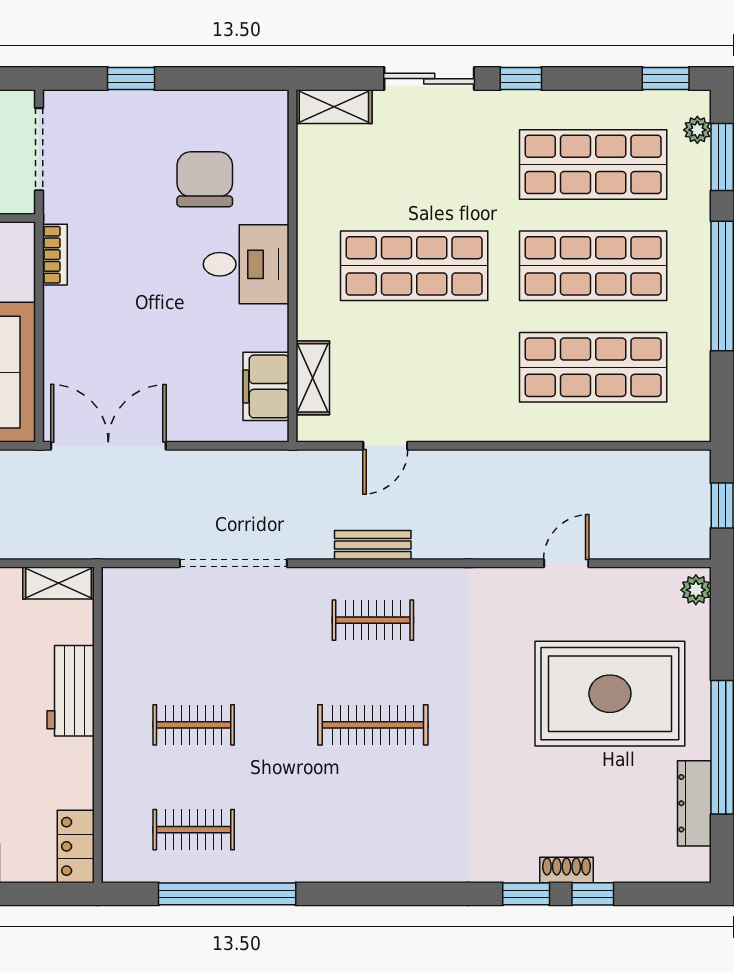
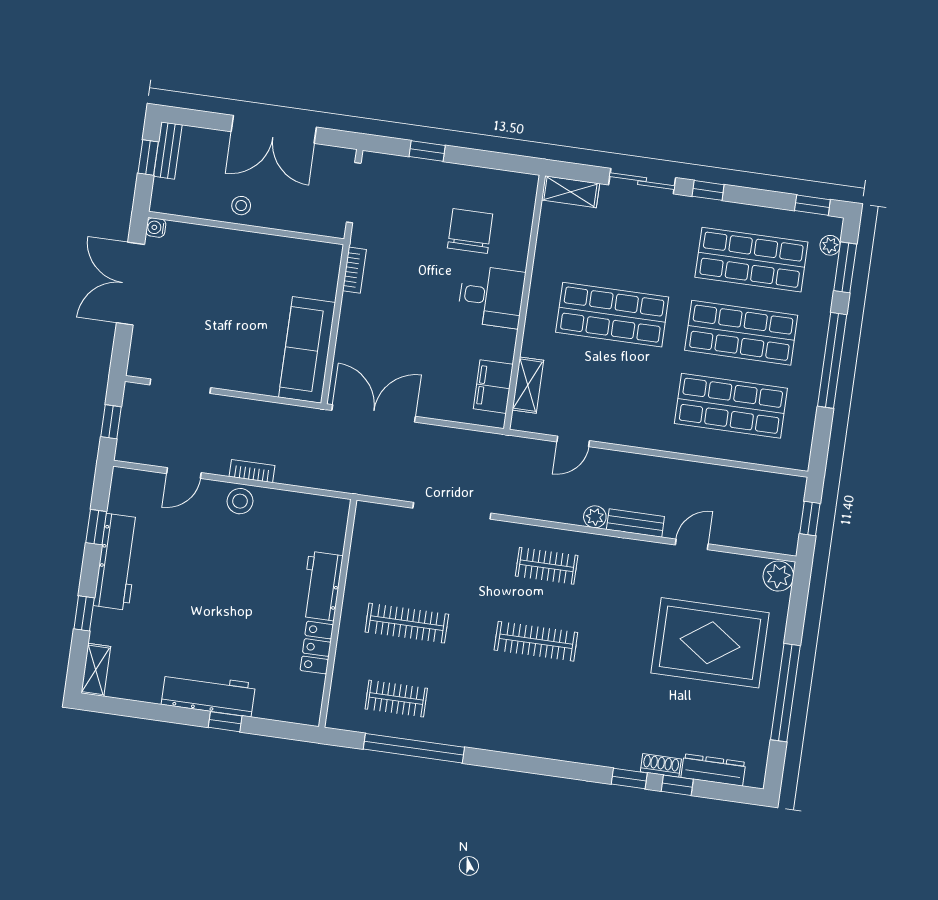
plant: (429, 544) -> (595, 517), added
bench: (373, 545) -> (635, 523), moved
shelving: (58, 583) -> (324, 507), removed
plant: (696, 590) -> (778, 576), width x1.38, depth x1.38
clothes rail: (194, 725) -> (407, 623), width x1.36
dresser: (694, 803) -> (713, 770), moved, turned 90
locker: (76, 846) -> (317, 648), moved

